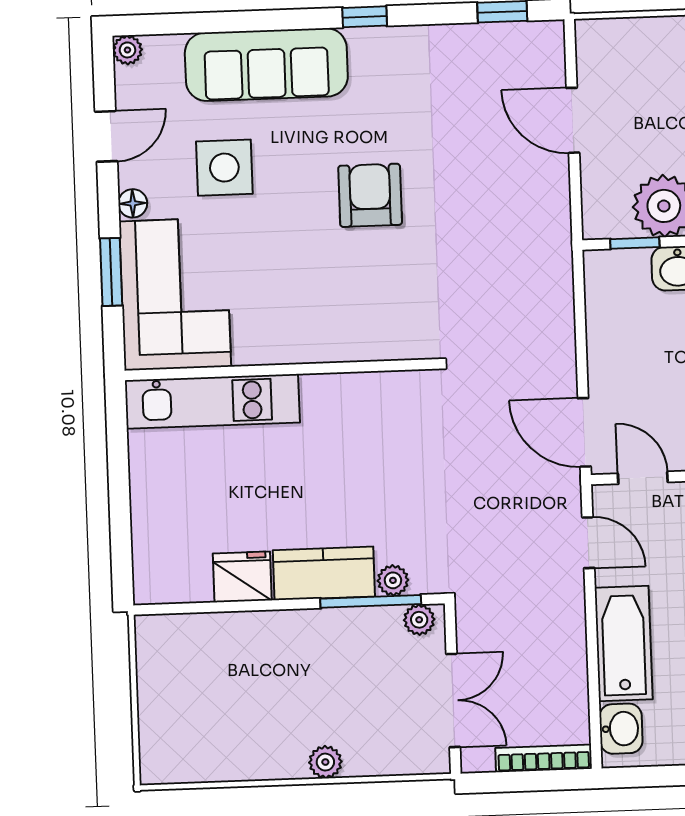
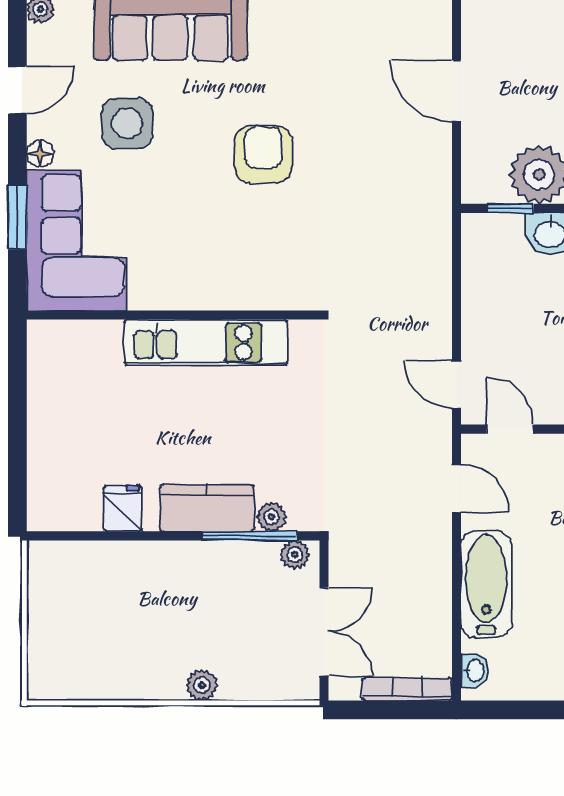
kitchen unit: (212, 401) -> (206, 342), moved
door: (584, 432) -> (456, 384), width x0.73
fridge: (242, 577) -> (123, 508), width x0.72
washbasin: (621, 729) -> (475, 671), width x0.72, depth x0.69

